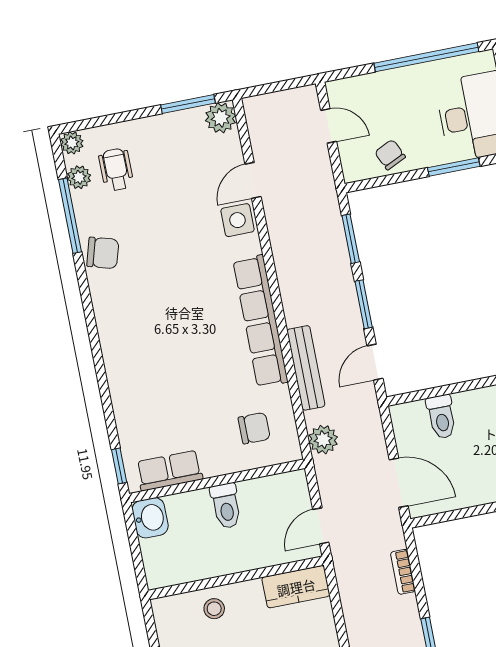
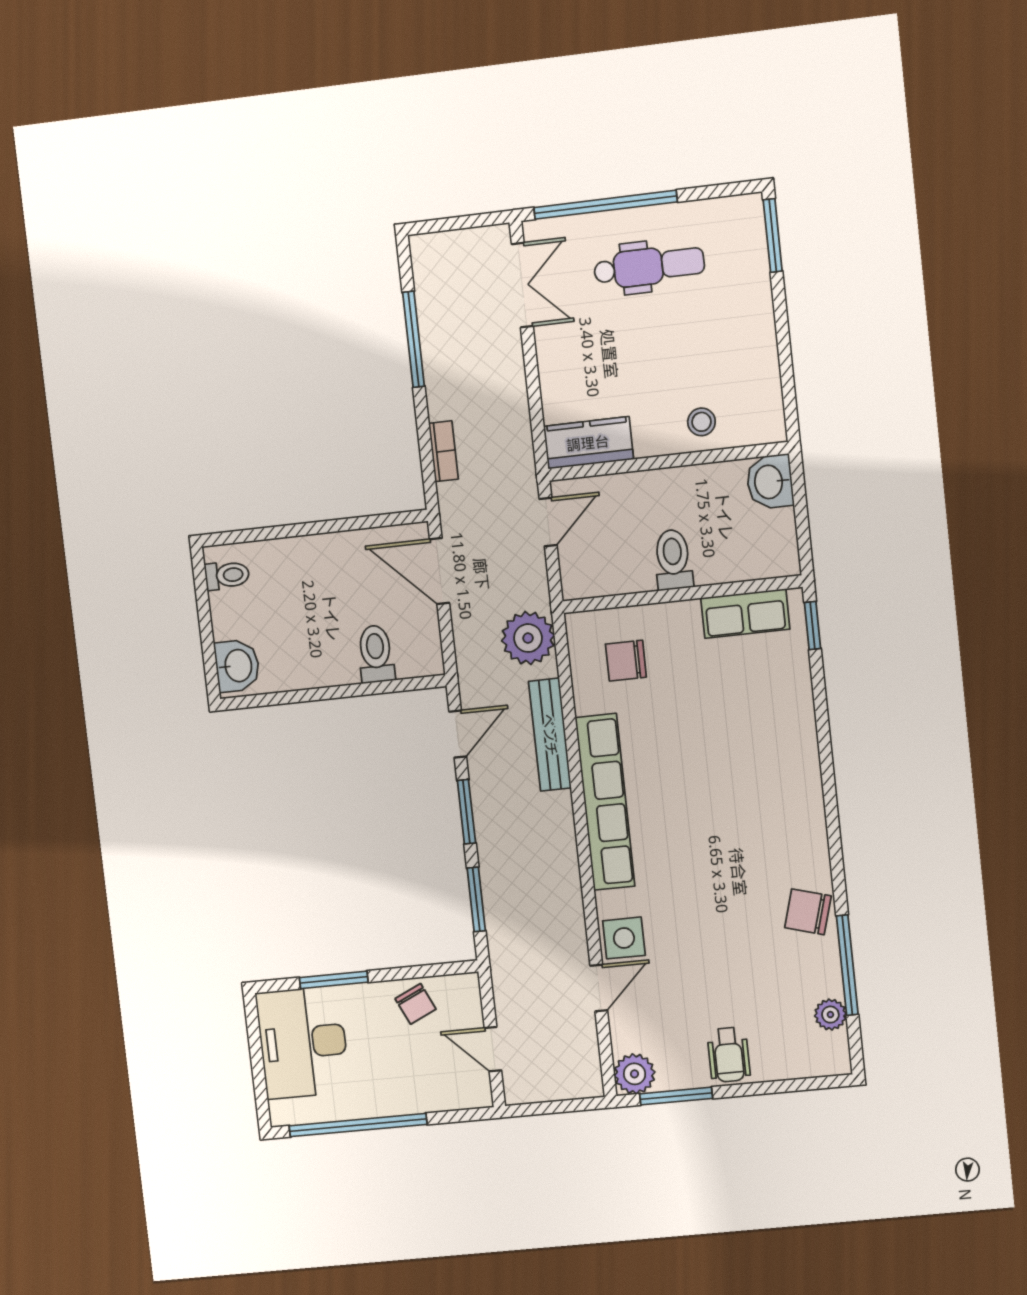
plant: (72, 143) -> (836, 1061), removed
wheelchair: (116, 170) -> (729, 1055), moved
plant: (323, 440) -> (528, 638), width x1.36, depth x1.36
washbasin: (150, 518) -> (770, 482), moved

